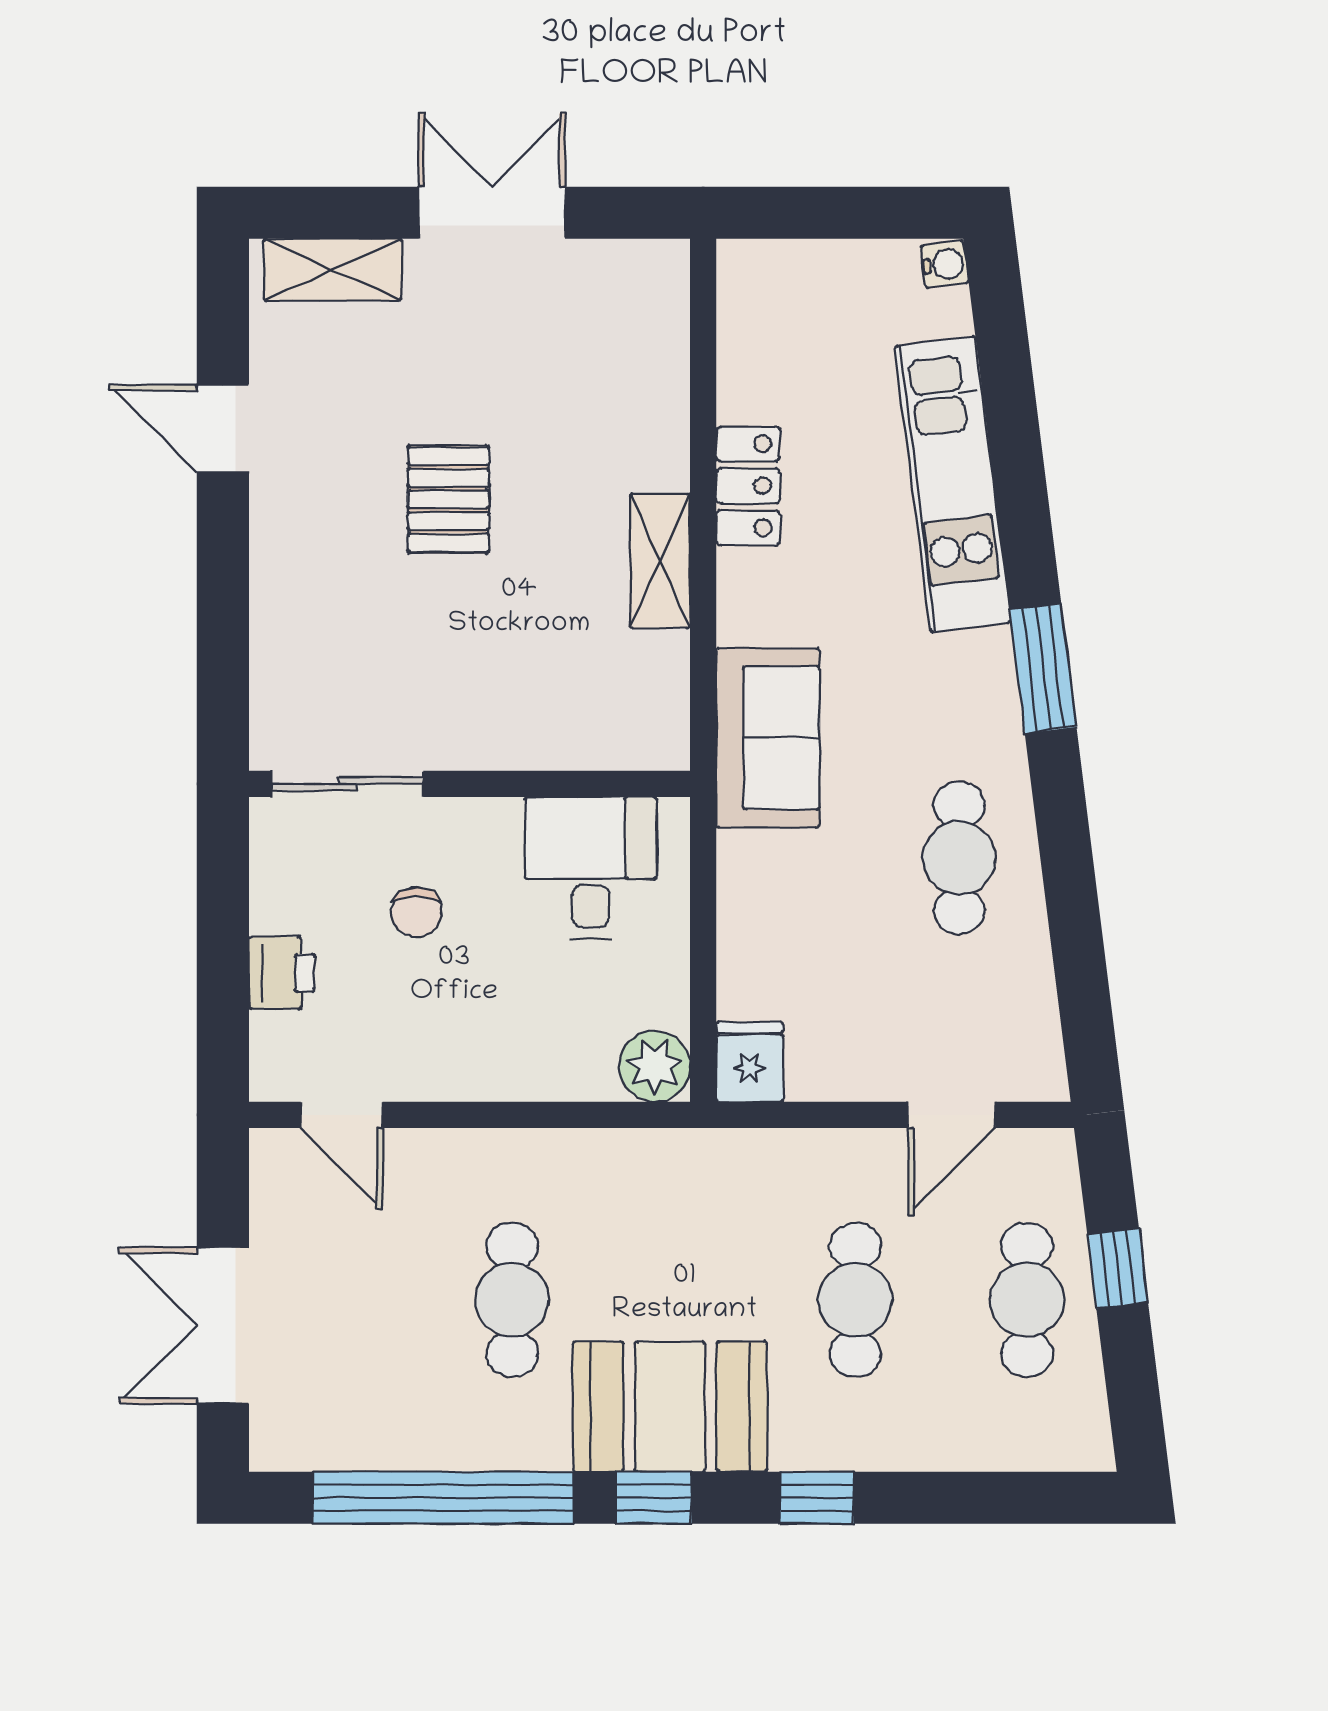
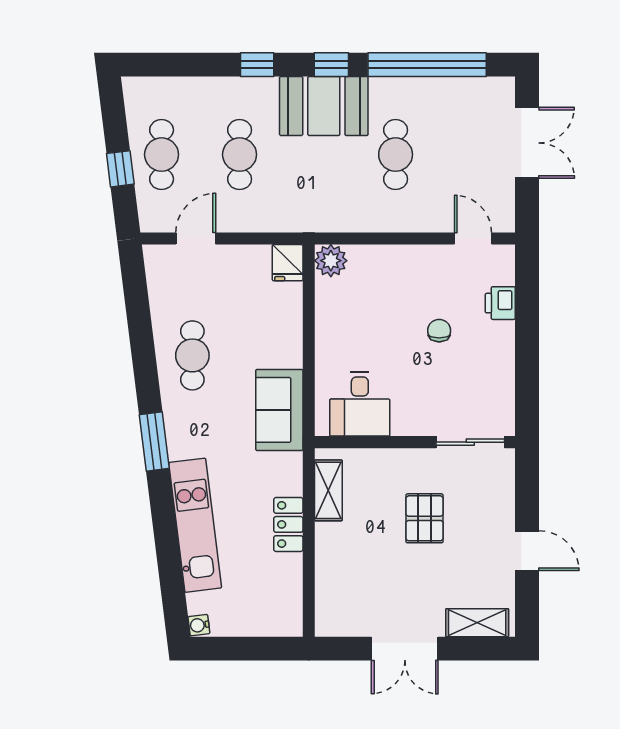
sliding door: (348, 784) -> (470, 442), moved
wall: (469, 784) -> (415, 442), moved
desk: (591, 868) -> (360, 404), moved

